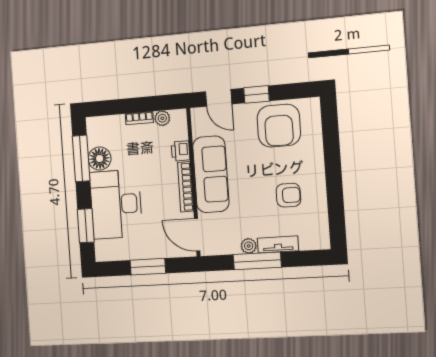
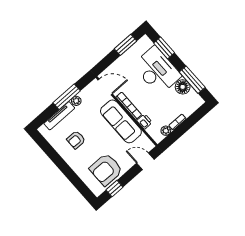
window: (256, 94) -> (115, 189), moved
armchair: (279, 126) -> (106, 170), turned -90
tv unit: (278, 244) -> (59, 116), width x1.41
window: (148, 267) -> (126, 45), moved

